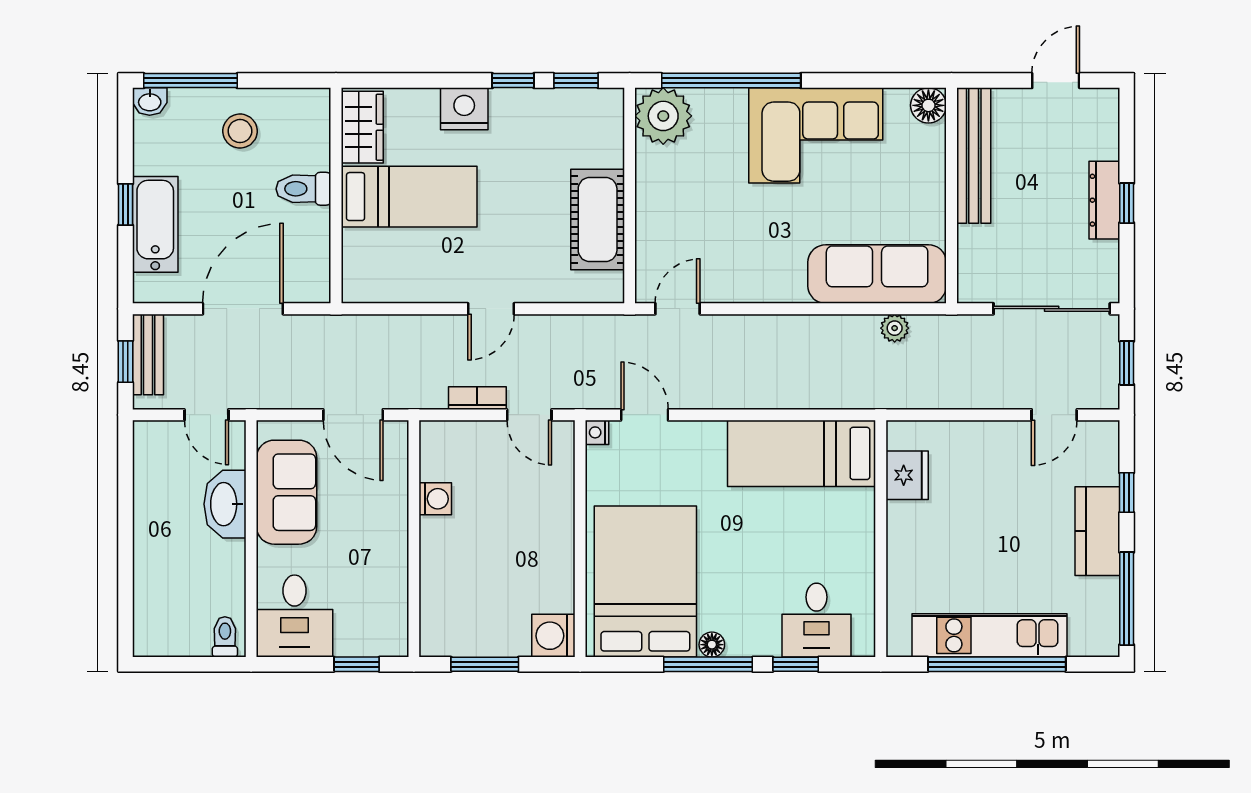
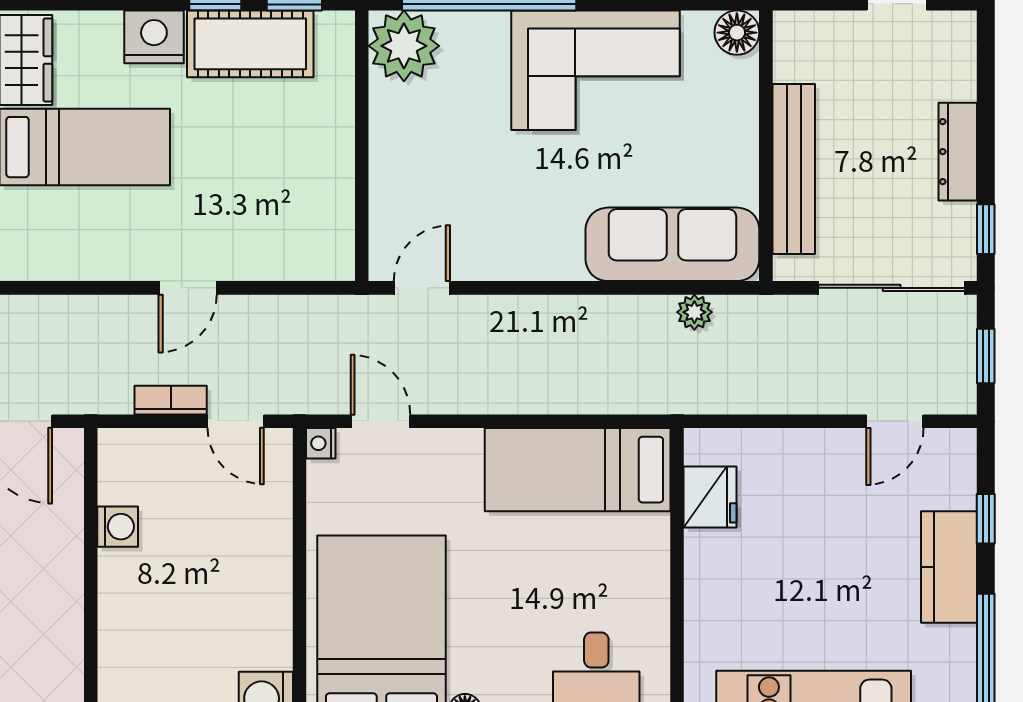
bench: (974, 155) -> (794, 169), moved
window: (1127, 203) -> (986, 229), moved
cot: (598, 219) -> (250, 44), moved, turned 90

